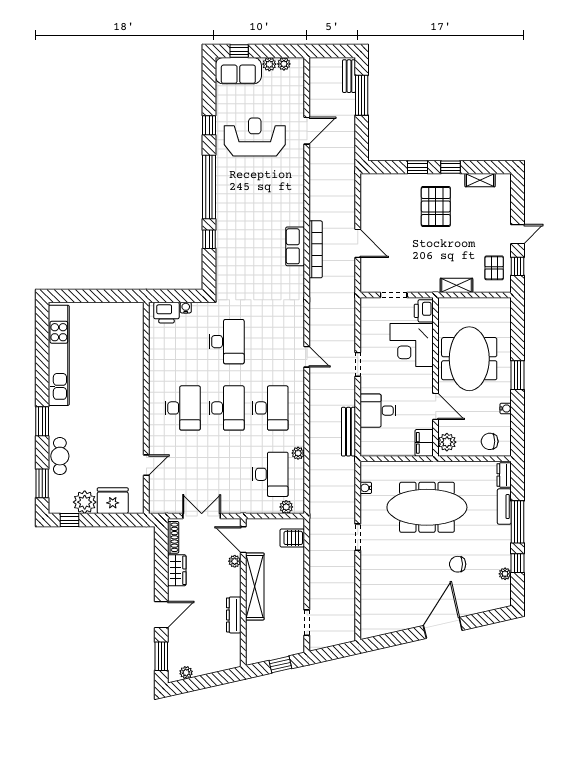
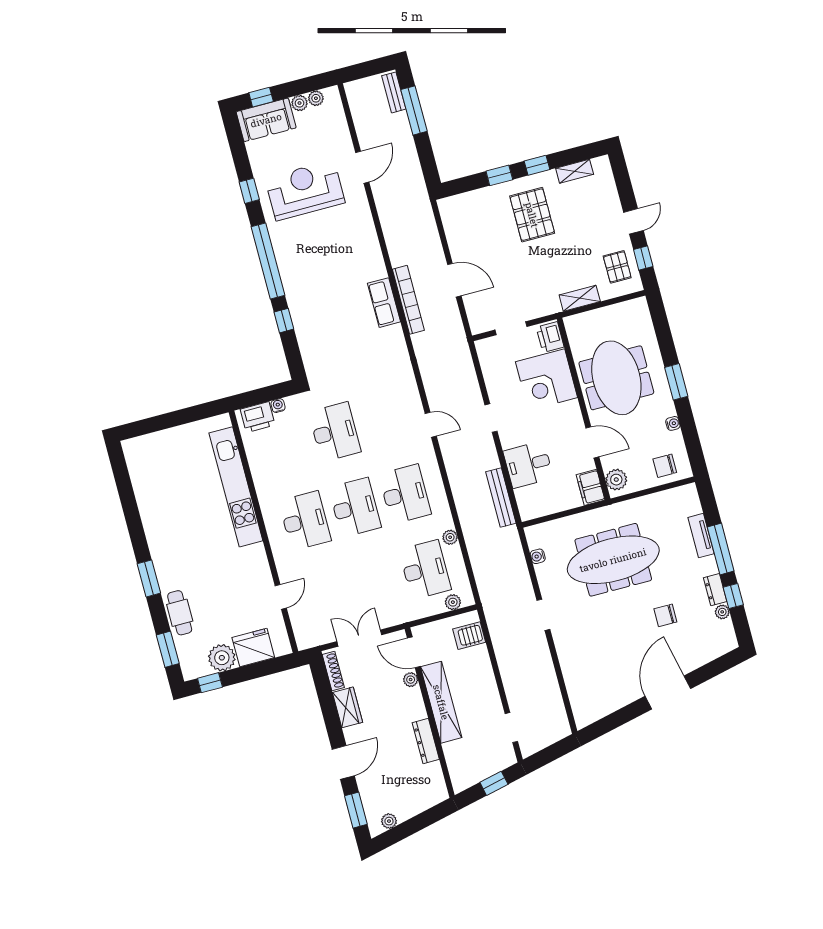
kitchen unit: (59, 355) -> (236, 487), moved, turned 180
dresser: (504, 475) -> (715, 590), moved

